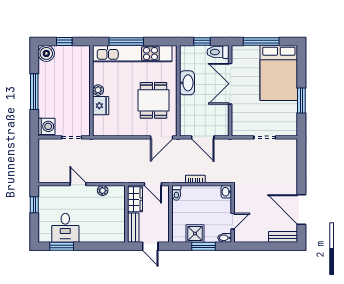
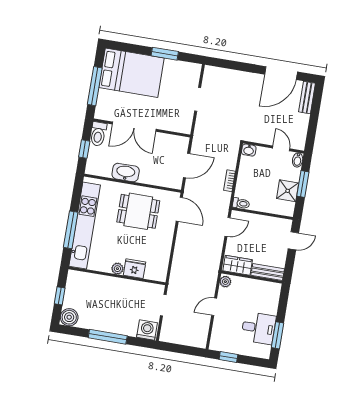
wardrobe: (135, 199) -> (238, 265), moved
wall: (126, 214) -> (252, 277), moved
bench: (133, 228) -> (268, 272), moved

